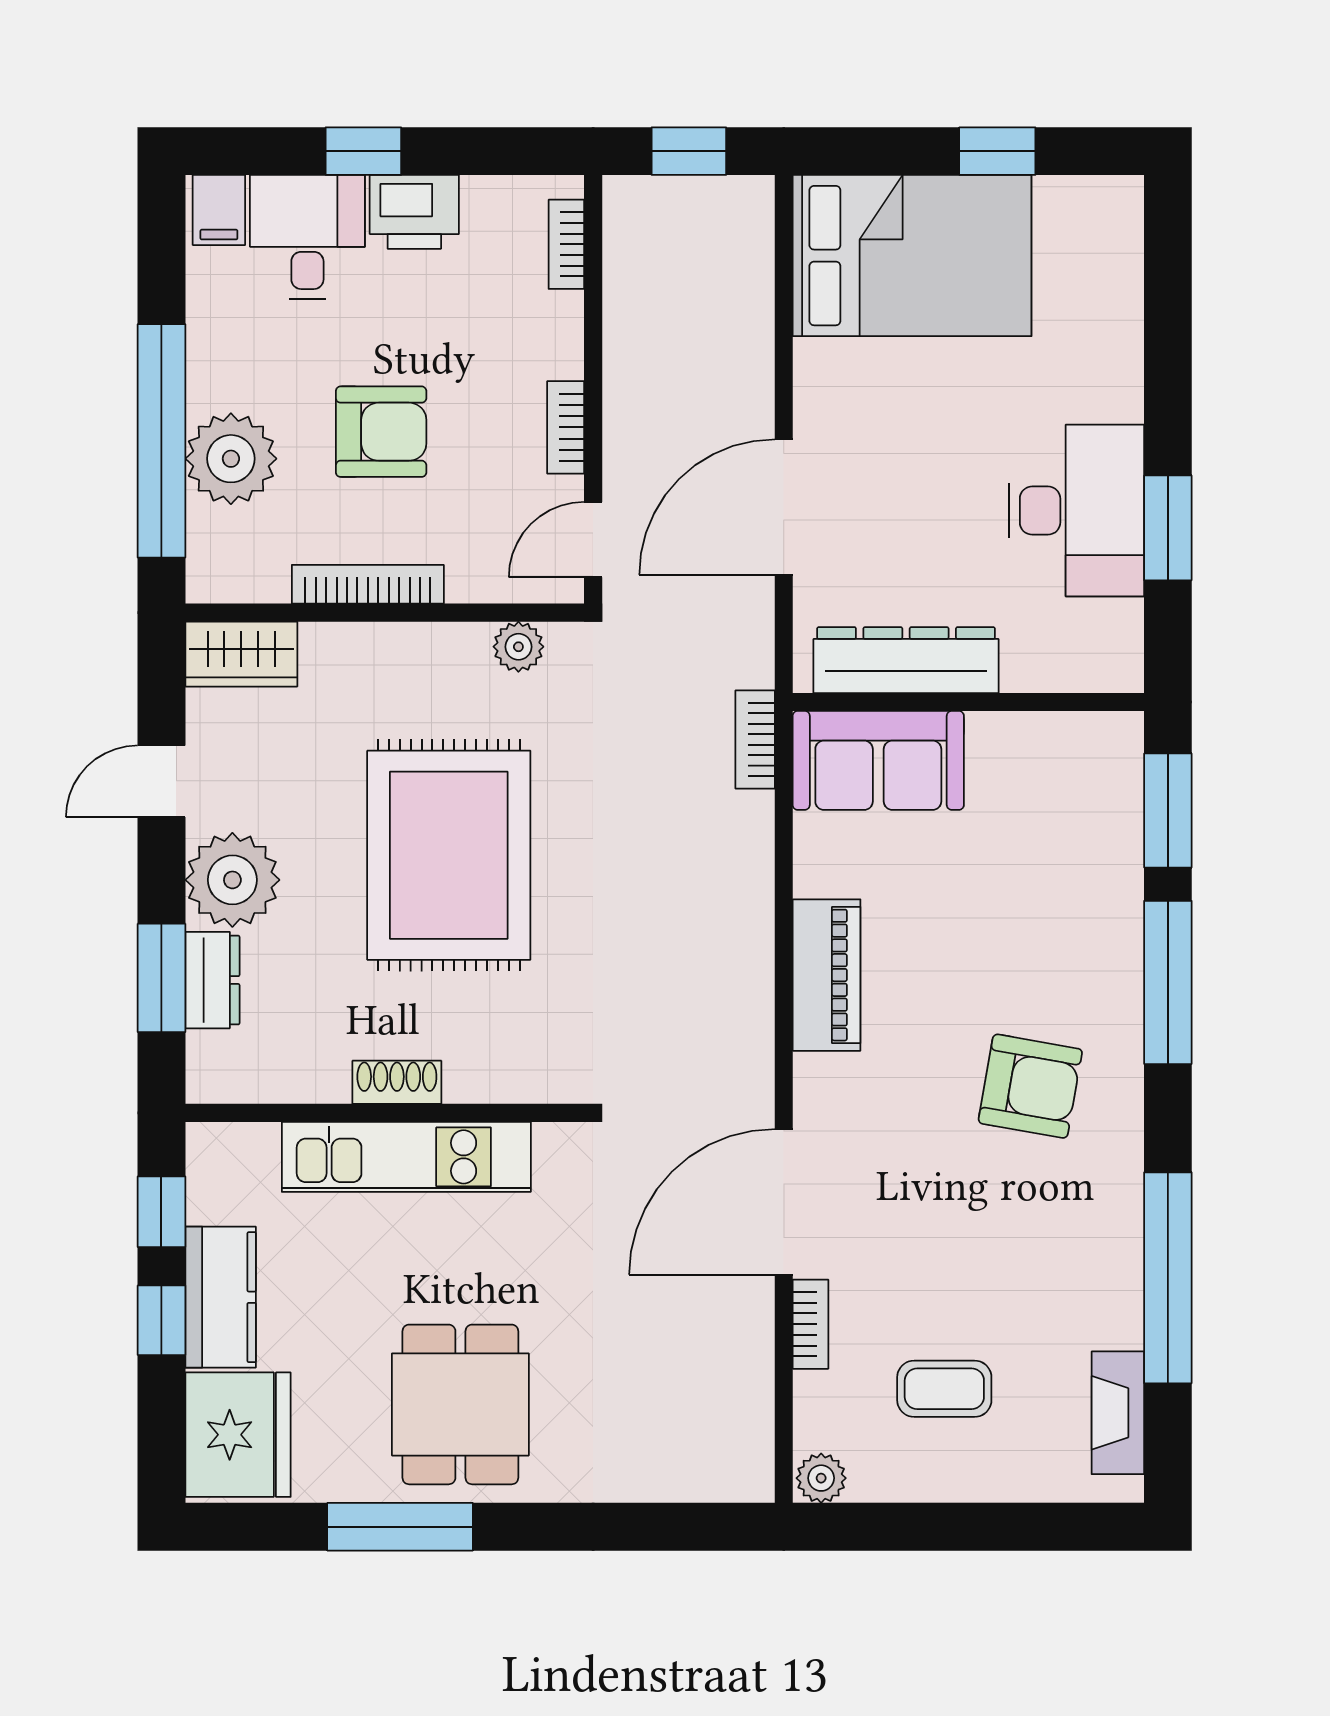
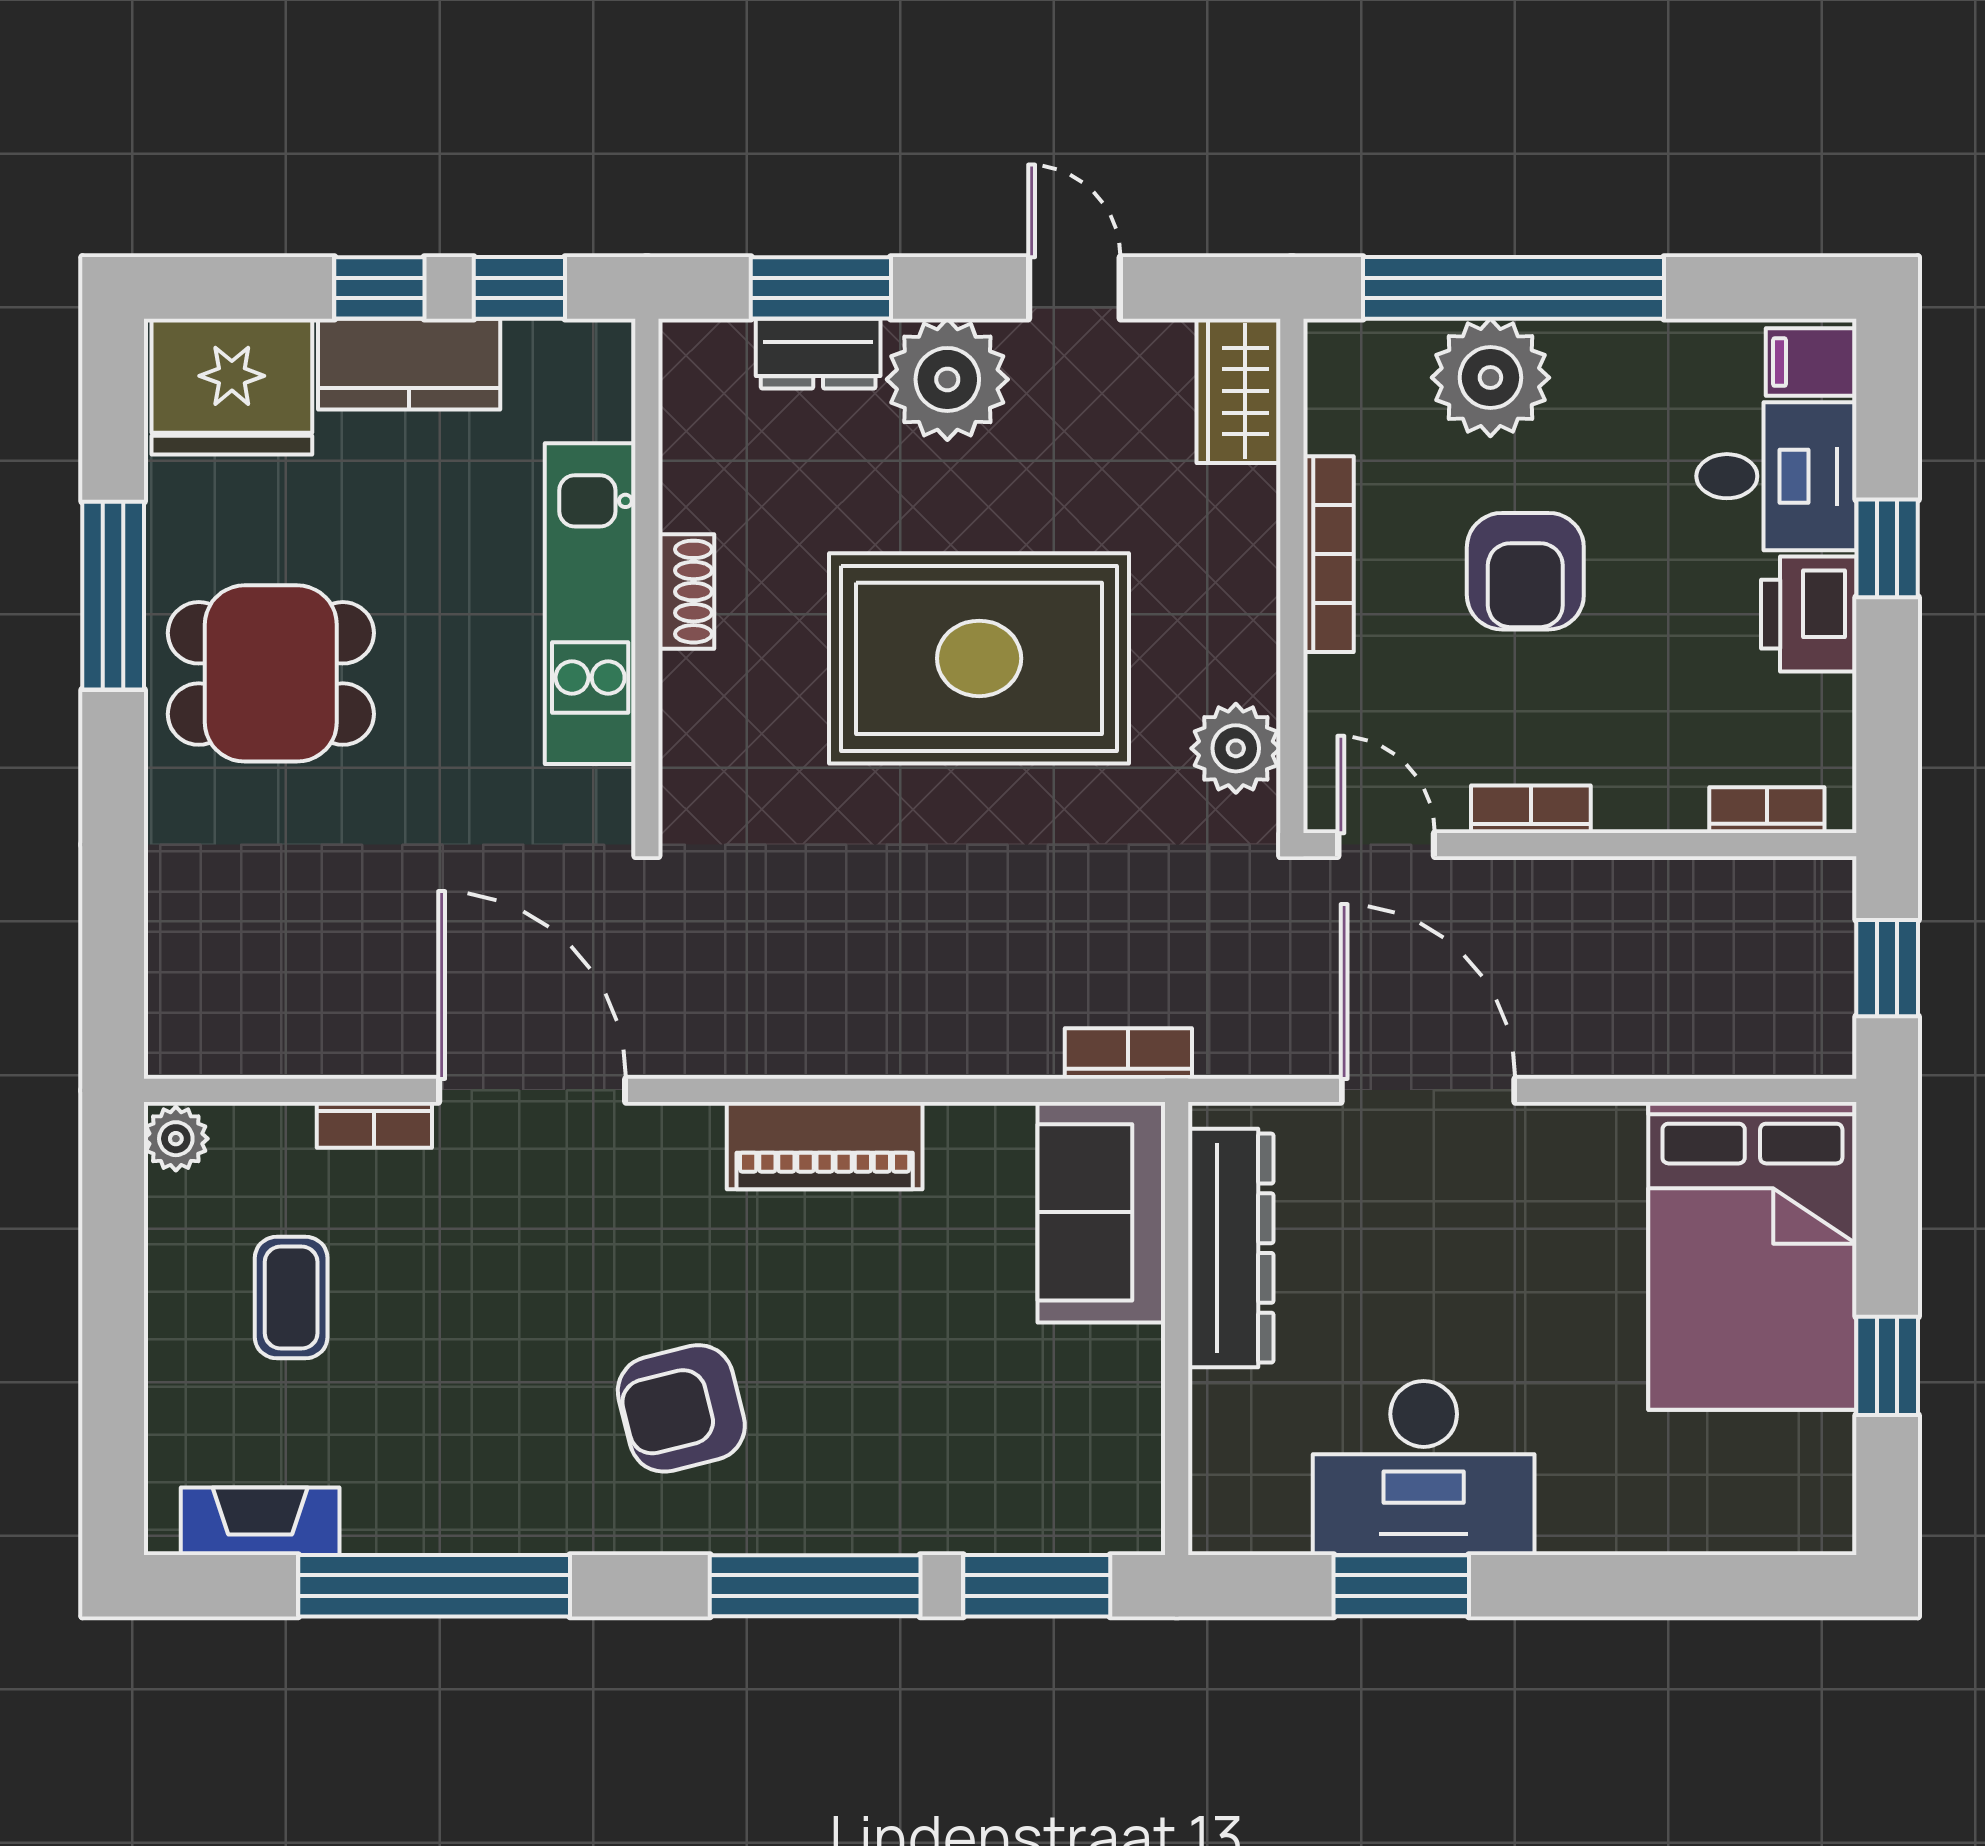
plant: (518, 647) -> (1236, 748), width x1.38, depth x1.38
armchair: (1030, 1086) -> (681, 1408), turned 66

